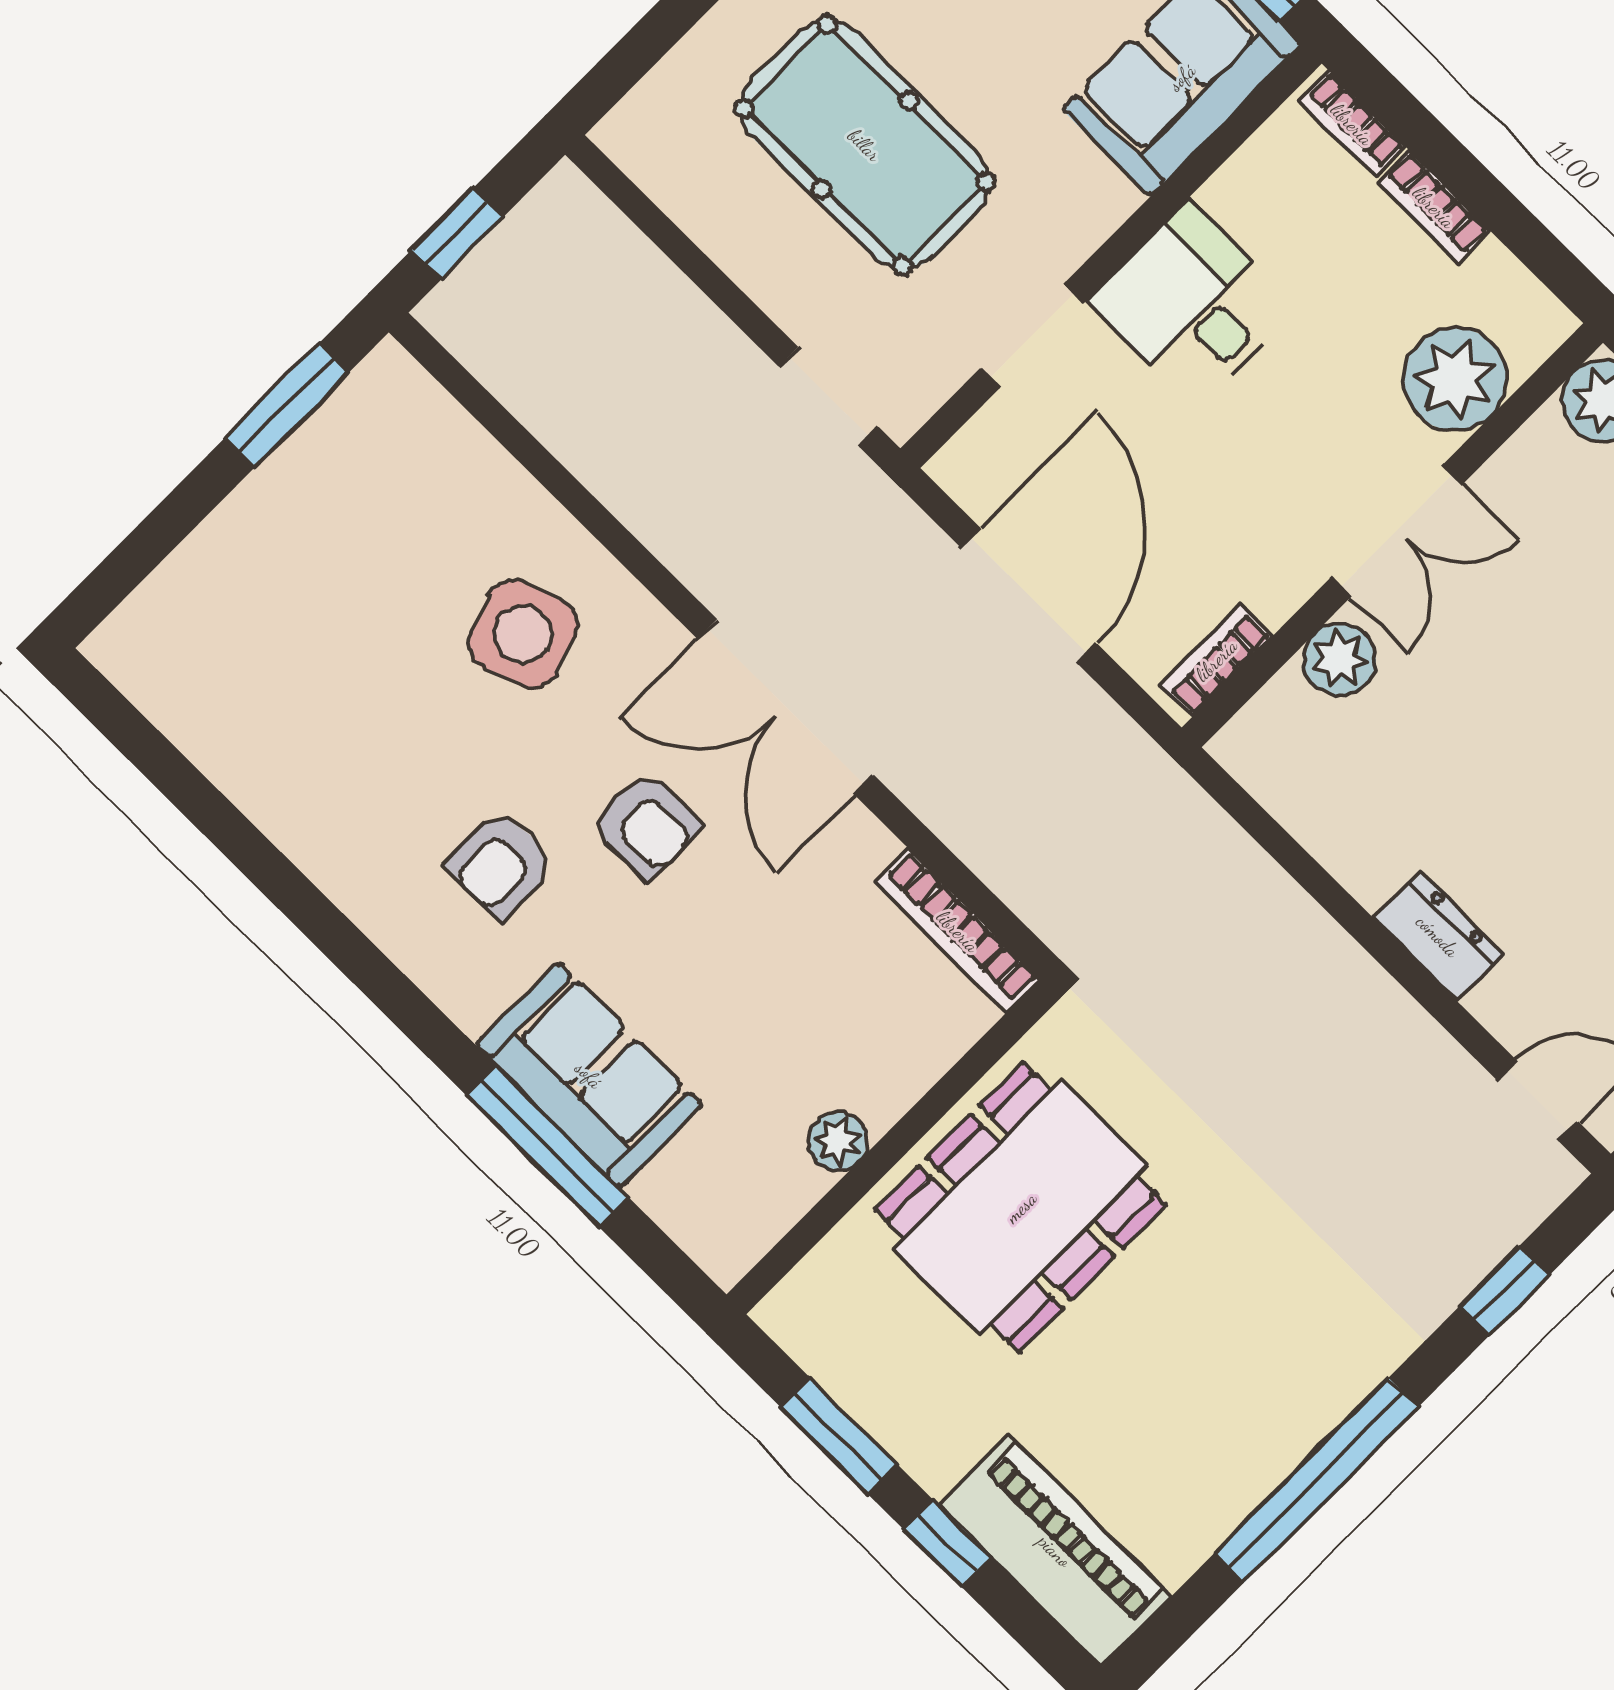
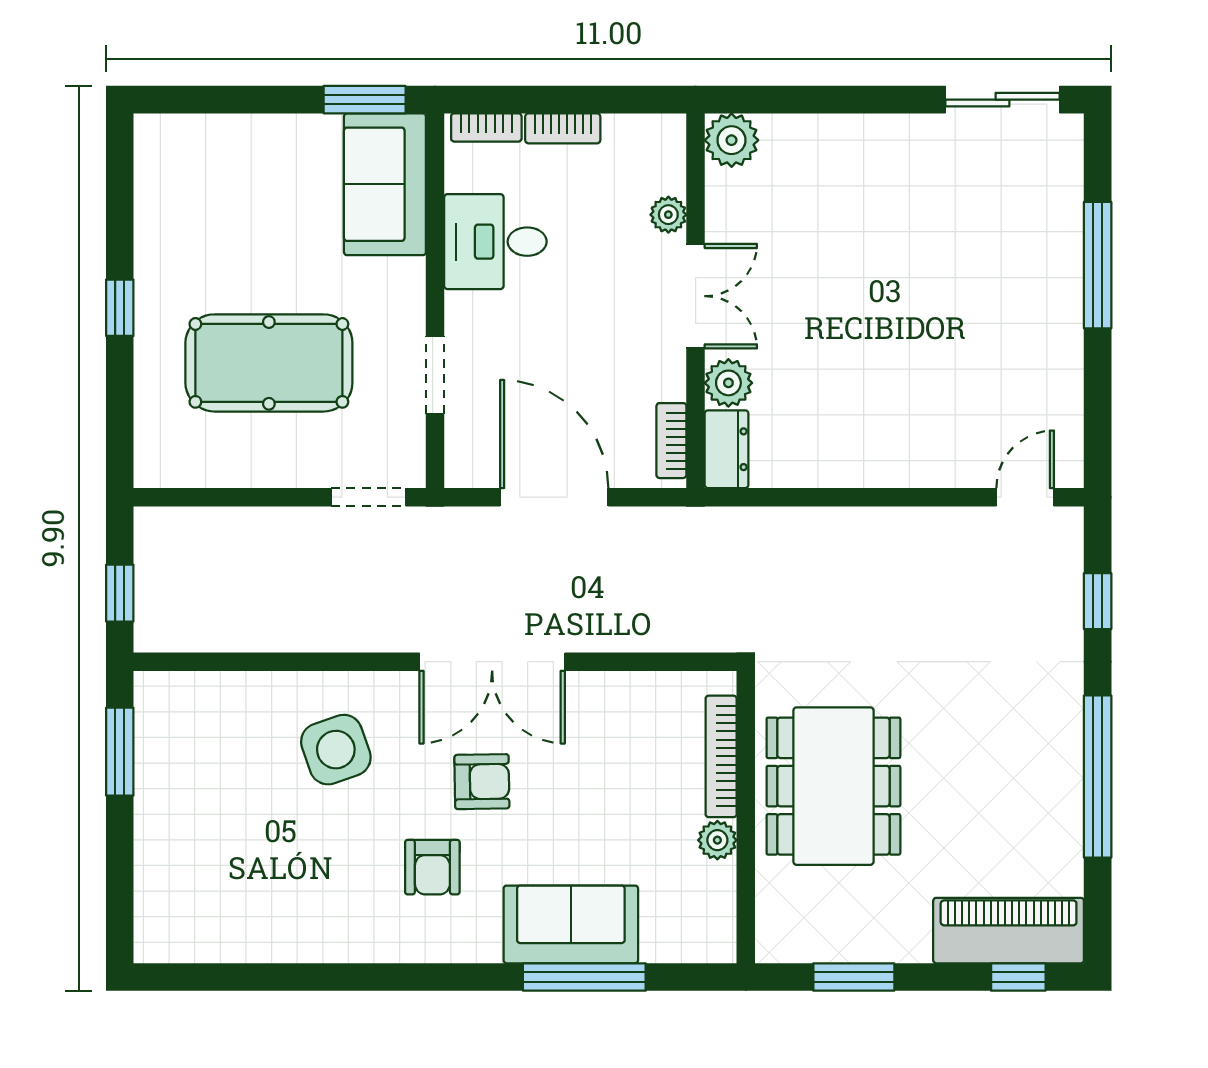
desk: (1193, 304) -> (495, 242), moved
plant: (1455, 379) -> (668, 215), width x0.53, depth x0.53
bookcase: (958, 931) -> (721, 756), moved, turned 90
dresser: (1438, 936) -> (727, 449), moved, turned 90
window: (947, 1543) -> (1018, 977), moved

